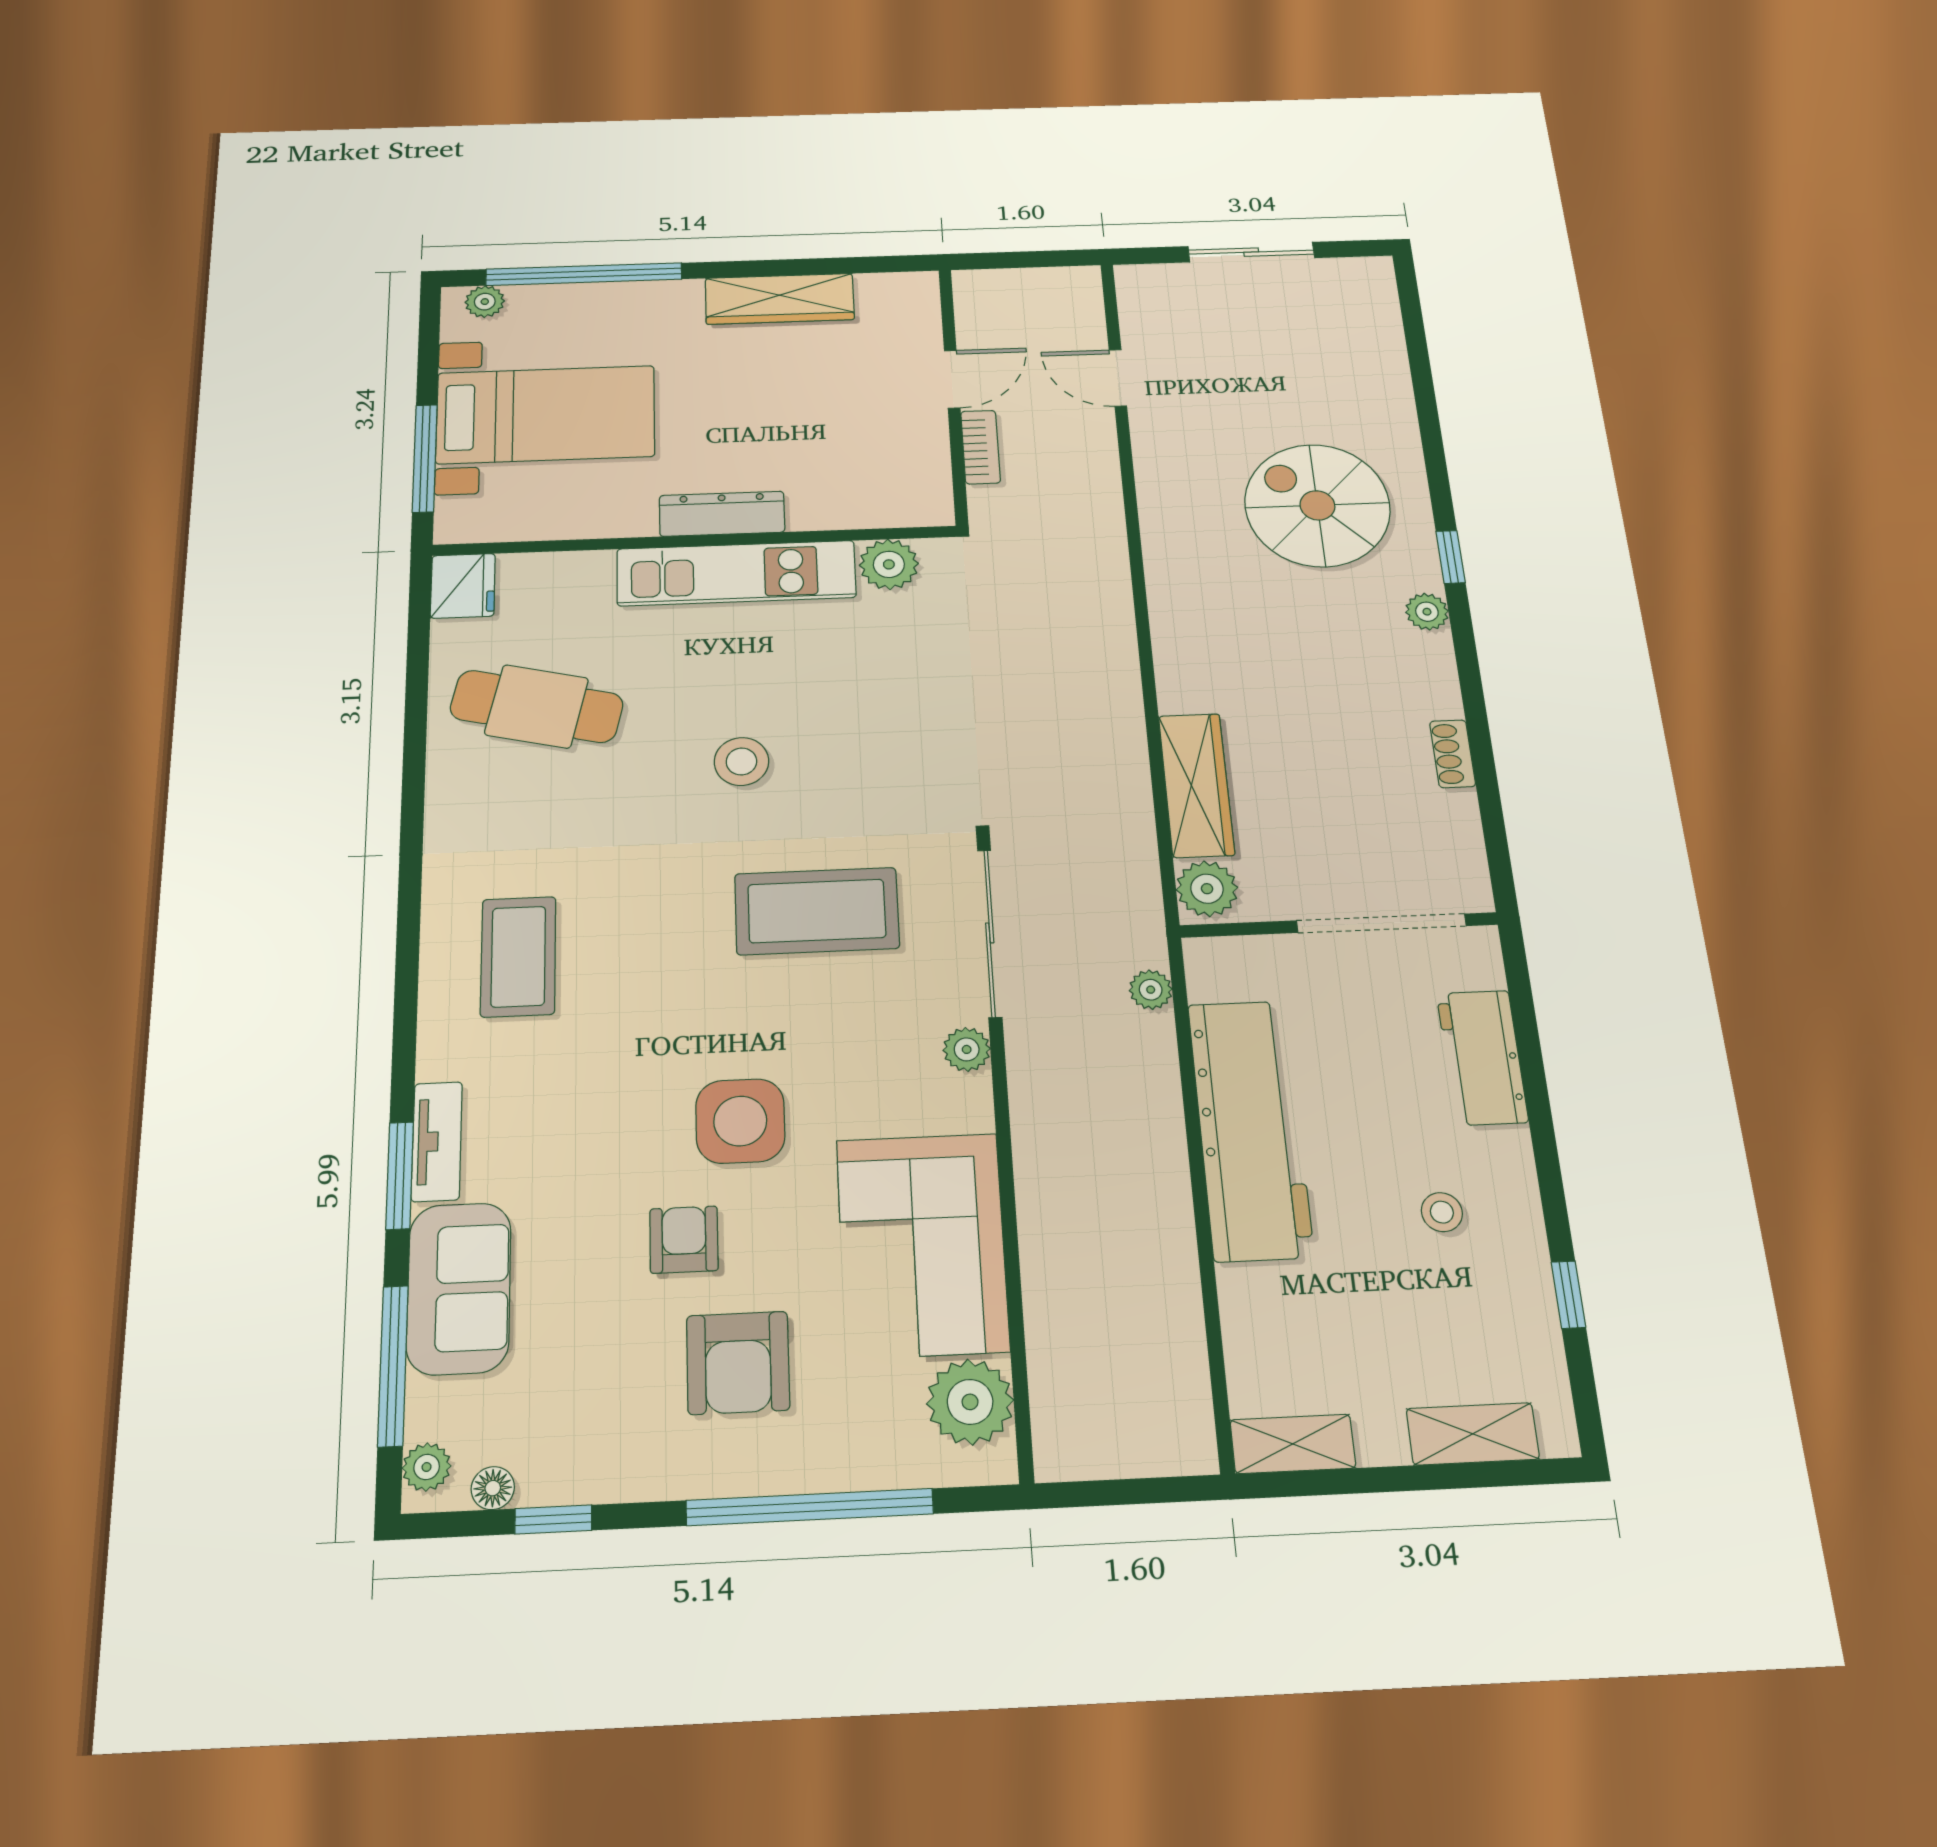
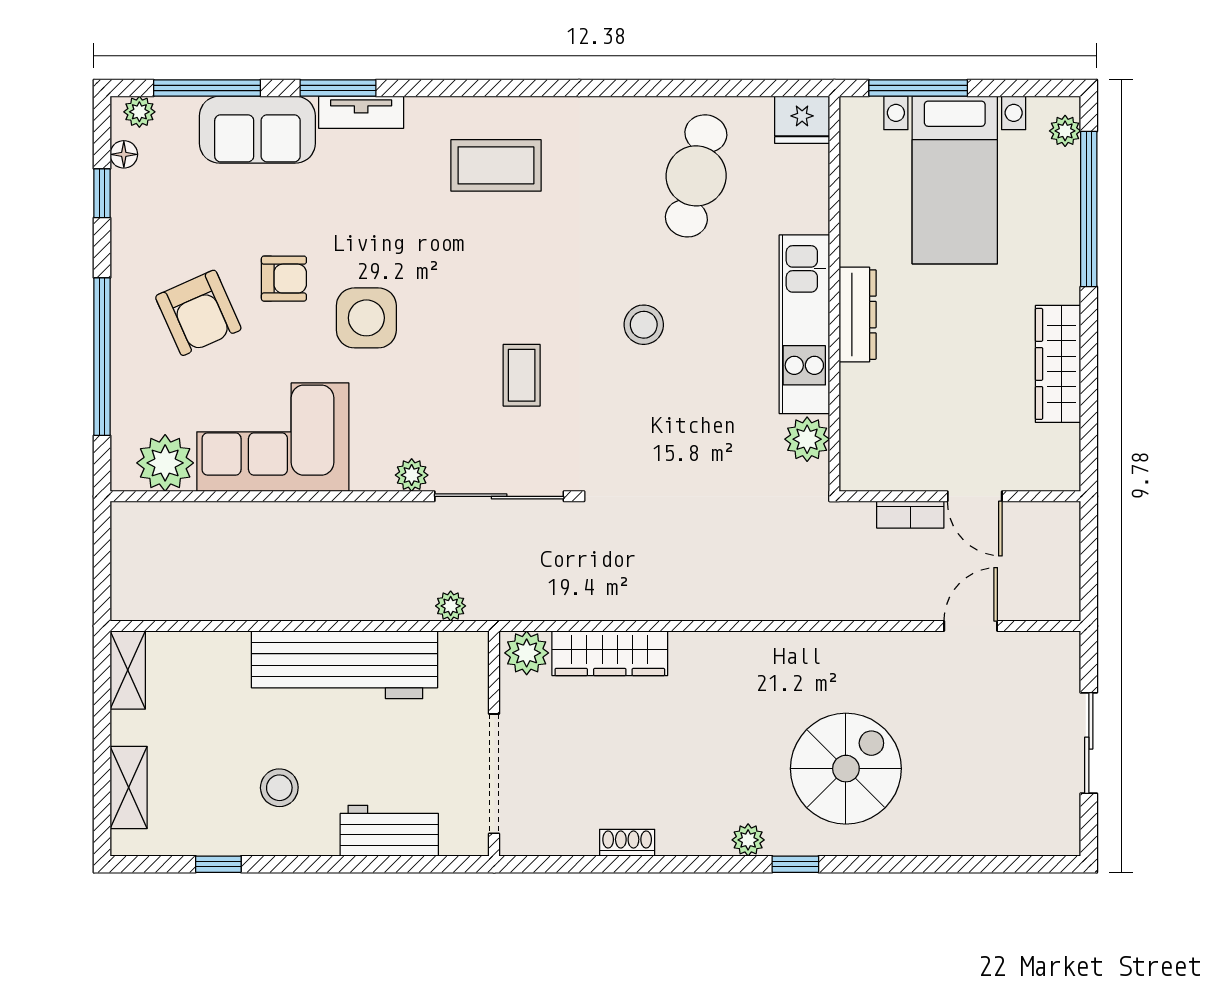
coffee table: (817, 911) -> (522, 375), width x0.54, depth x0.58
stool: (1442, 1212) -> (279, 788), width x1.37, depth x1.37
armchair: (738, 1363) -> (198, 313), turned -114

